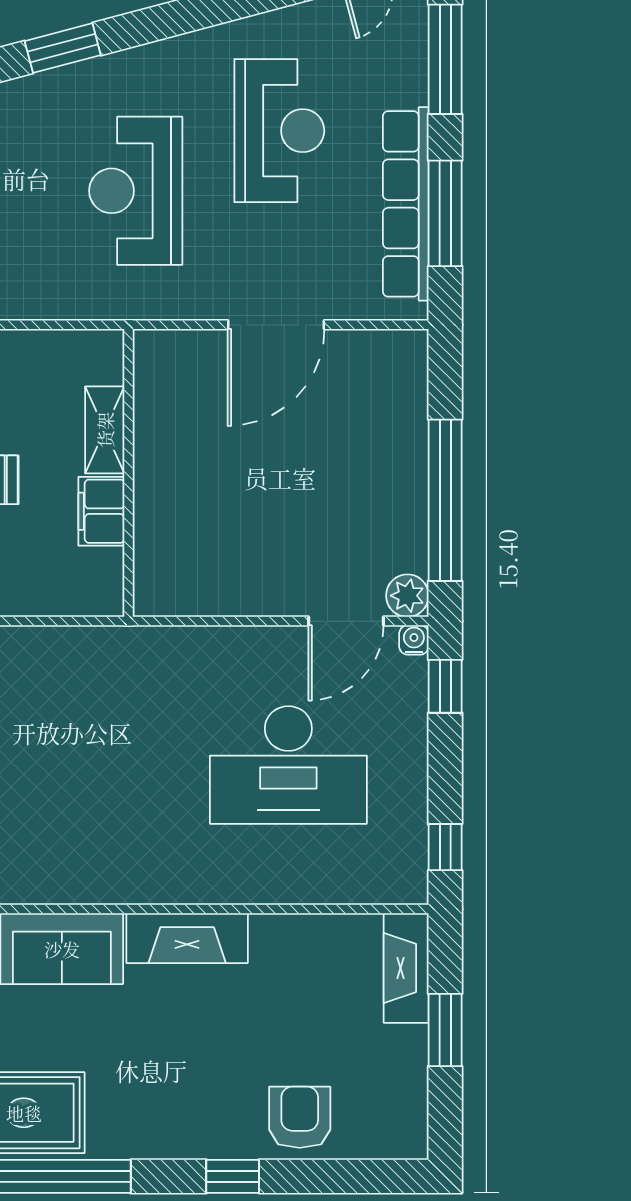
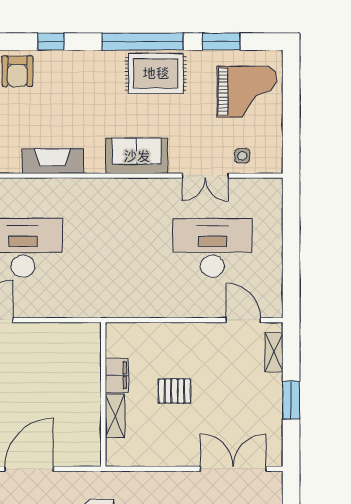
fireplace: (187, 938) -> (53, 161), moved

